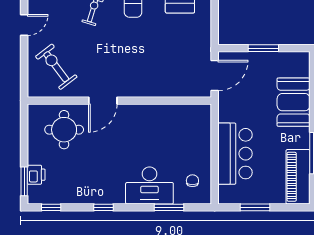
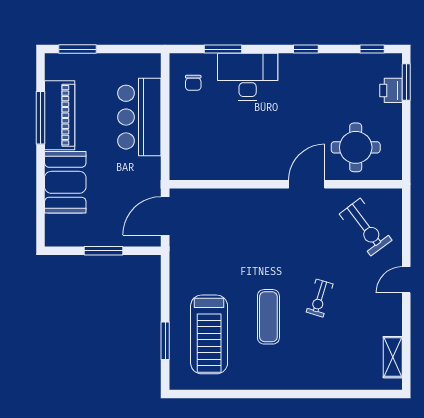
piano: (298, 177) -> (60, 115), moved
window: (255, 207) -> (77, 49), moved

